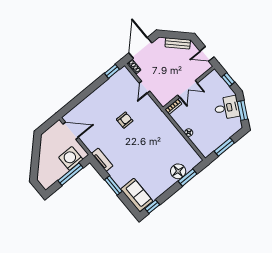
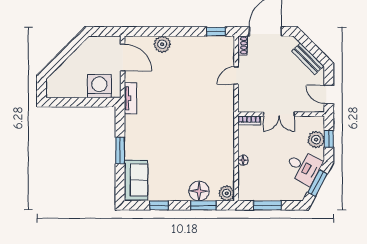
plant: (221, 86) -> (316, 140), added
plant: (87, 104) -> (162, 44), added
armchair: (125, 120) -> (188, 93), removed
plant: (195, 159) -> (227, 193), added
tv unit: (102, 160) -> (130, 98), moved
window: (71, 174) -> (86, 102), removed
window: (152, 207) -> (159, 205), moved

